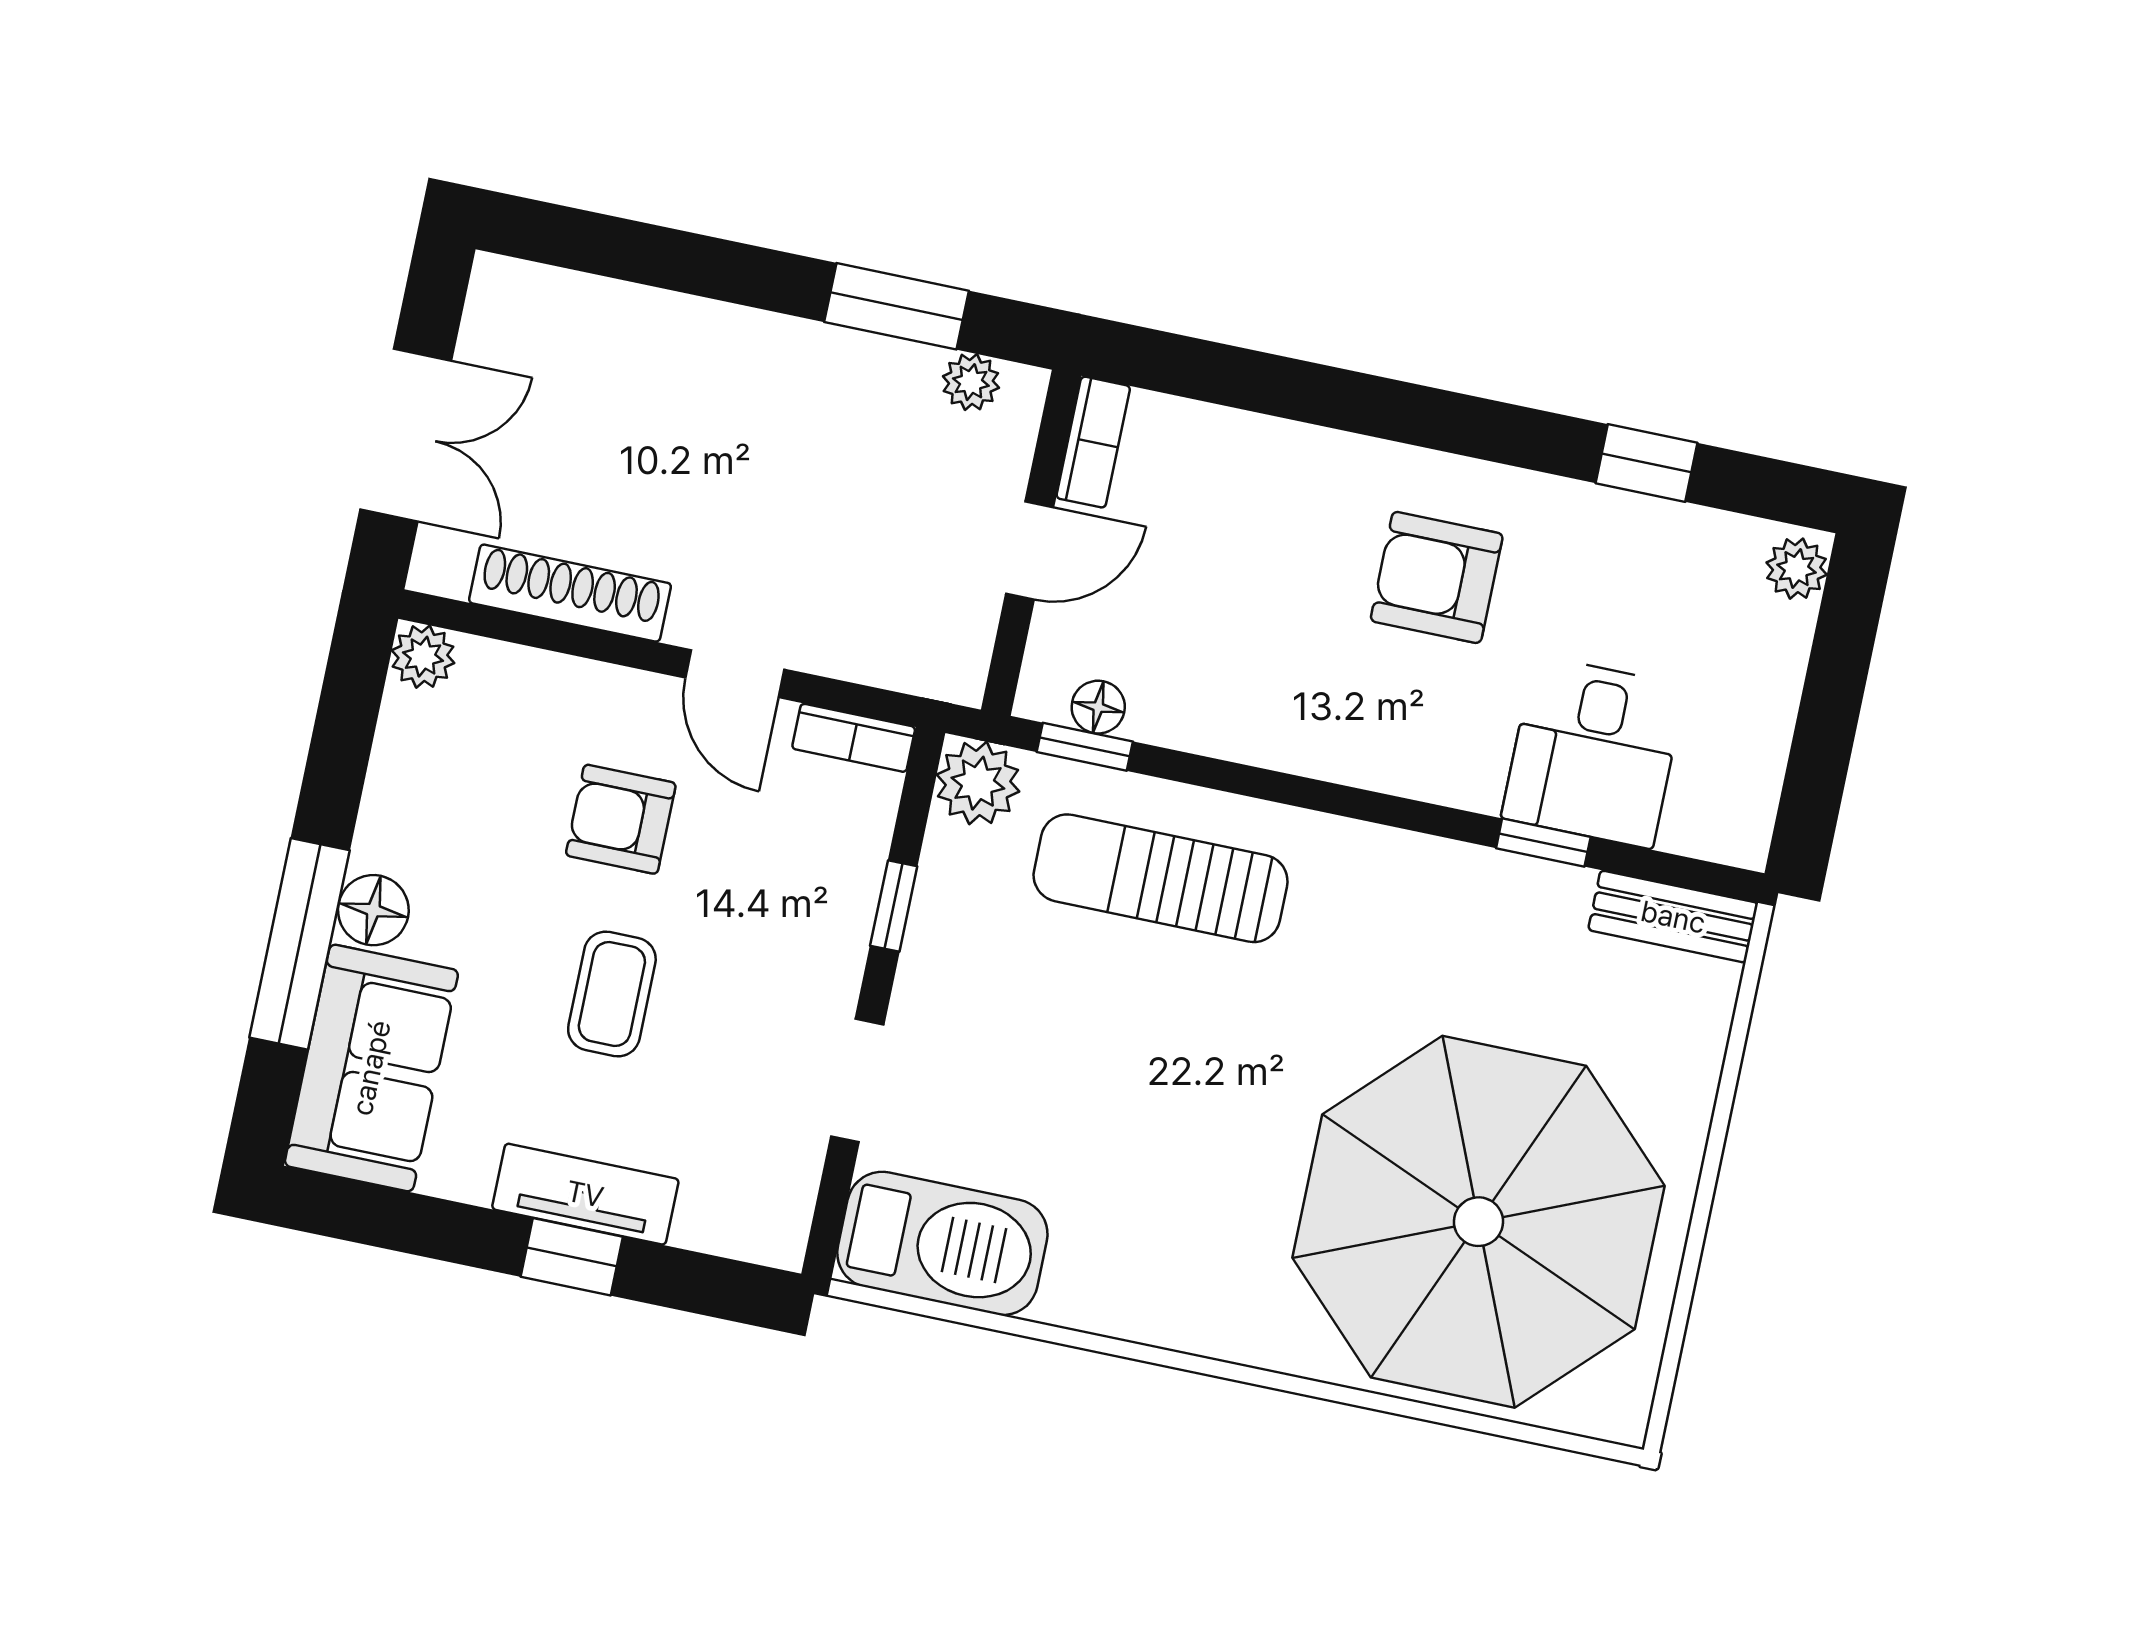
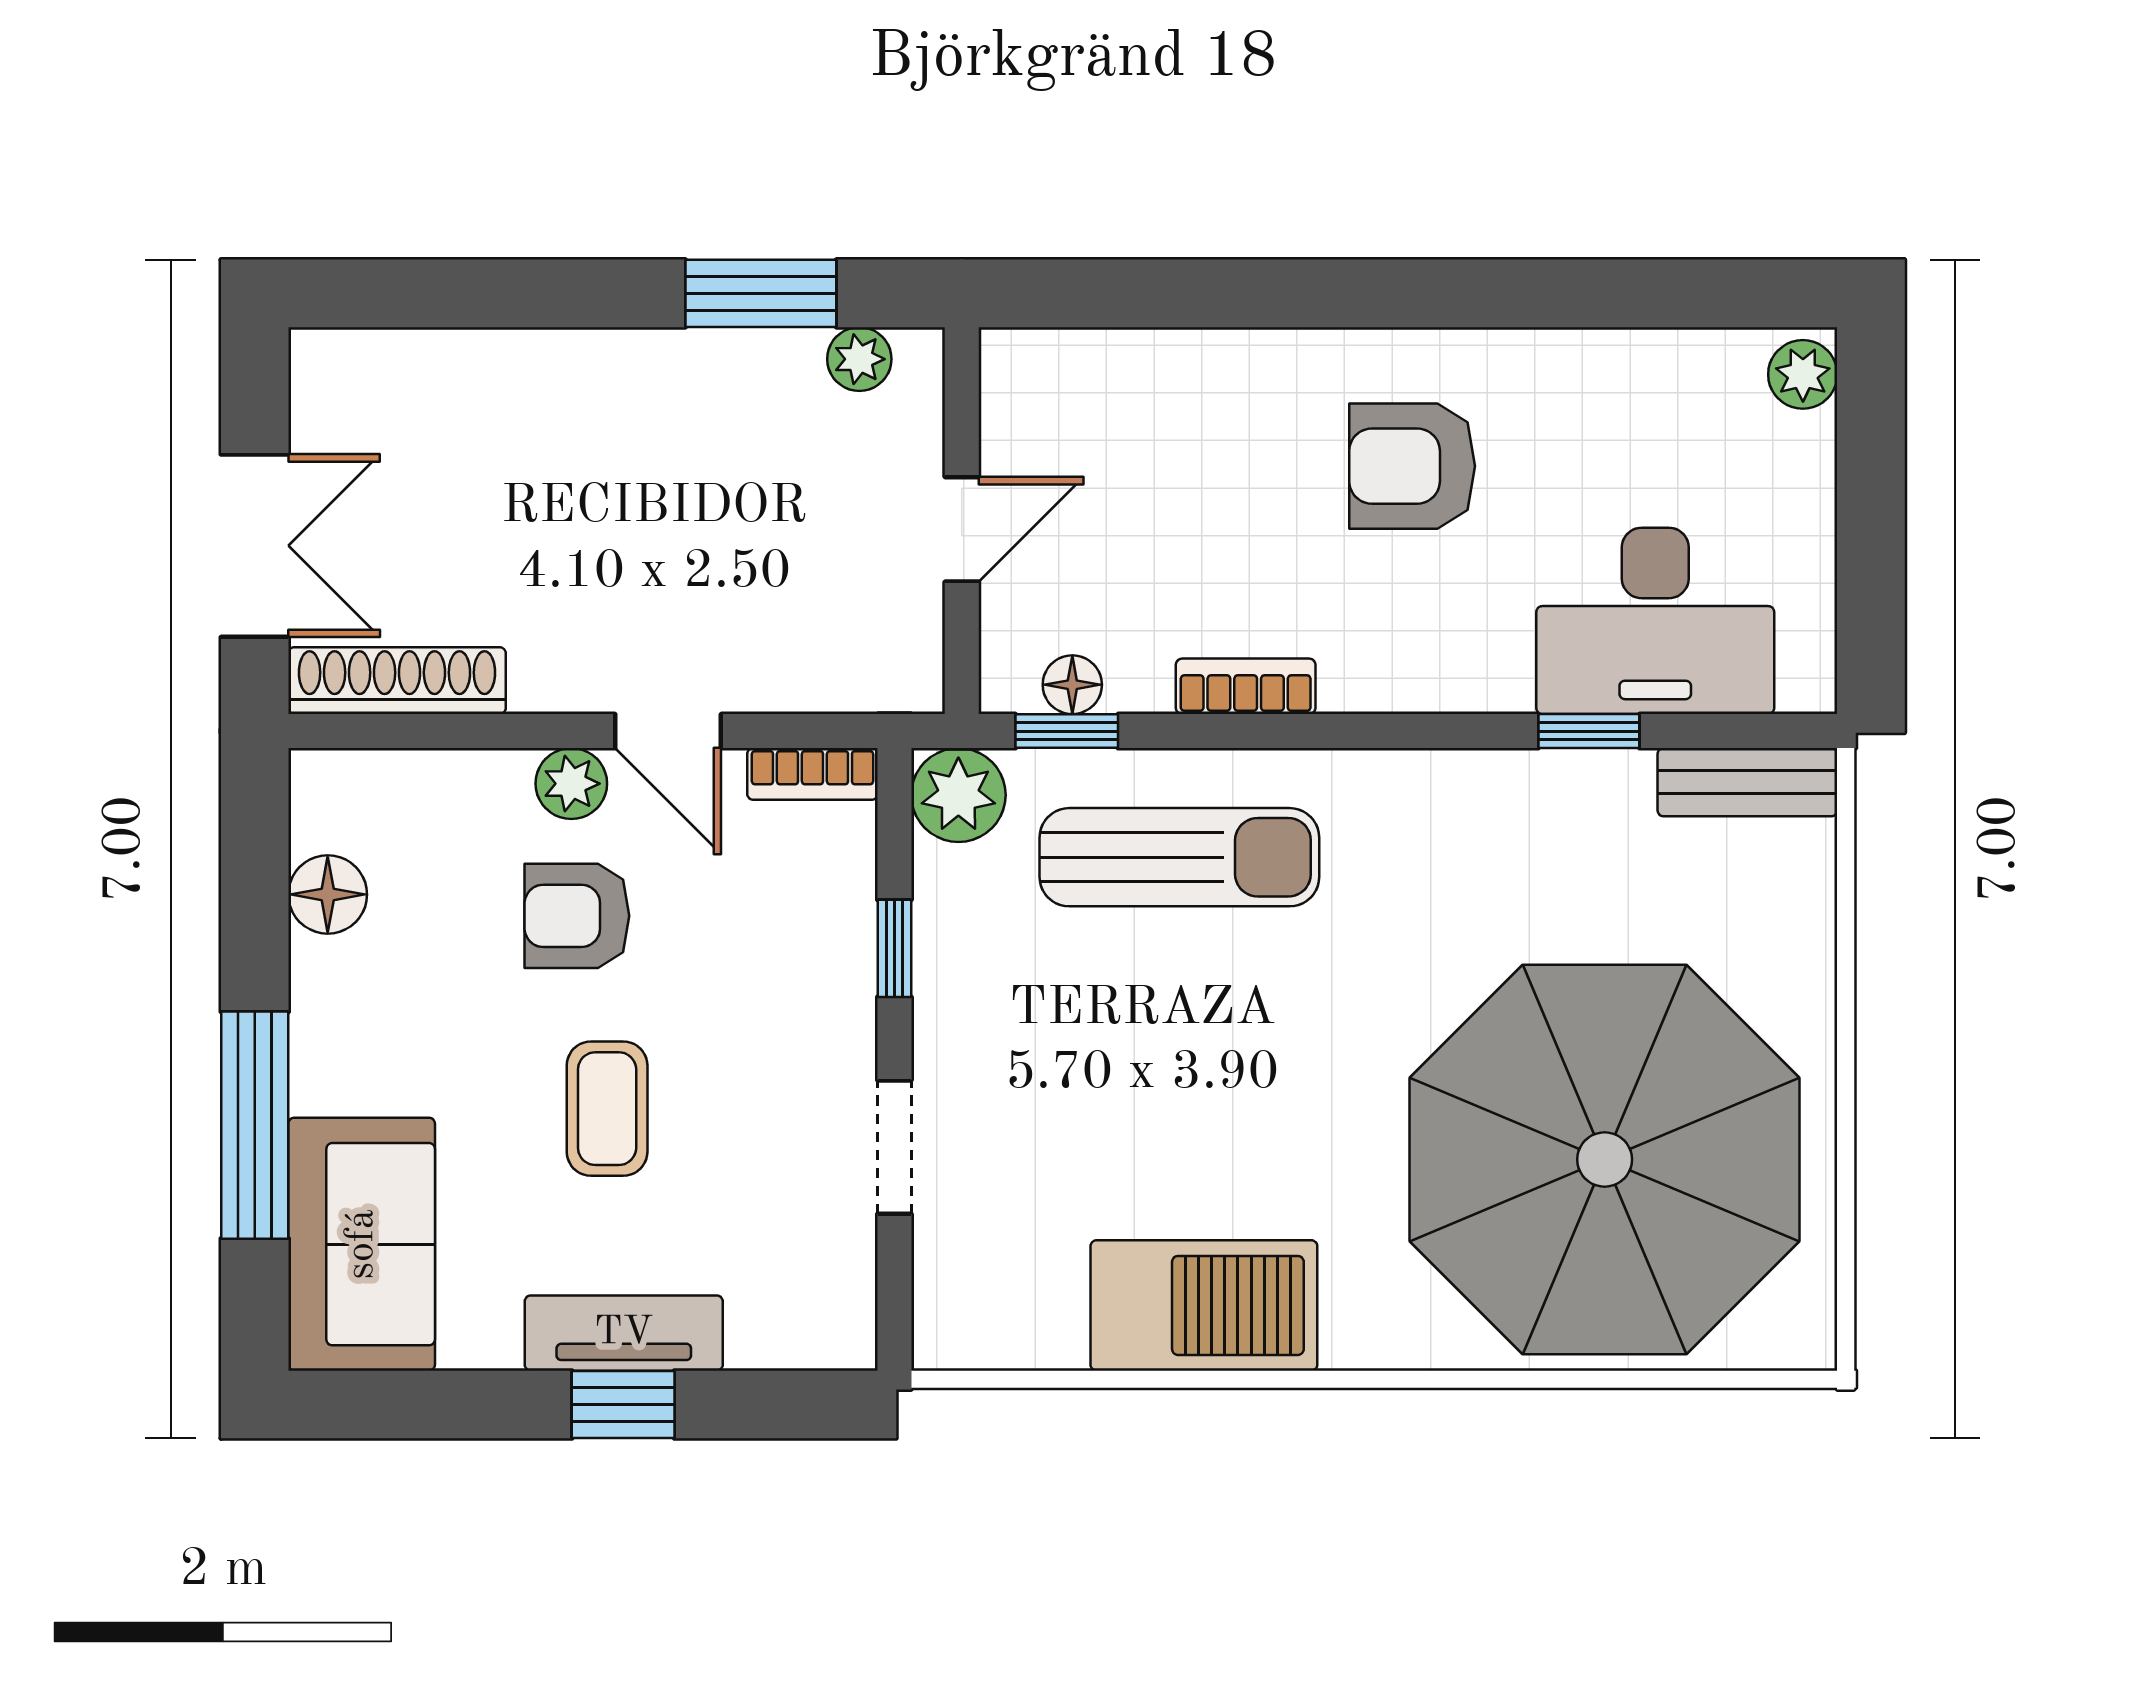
bookcase: (1093, 442) -> (1246, 686), moved, turned -90
window: (1646, 463) -> (1615, 293), removed
shoe rack: (570, 593) -> (397, 681), moved
plant: (423, 657) -> (571, 784), moved
desk: (1593, 752) -> (1655, 621), width x1.37
sun lounger: (1161, 878) -> (1179, 857), turned 180
floor lamp: (373, 910) -> (328, 894), moved
barbecue: (942, 1243) -> (1204, 1305), moved

